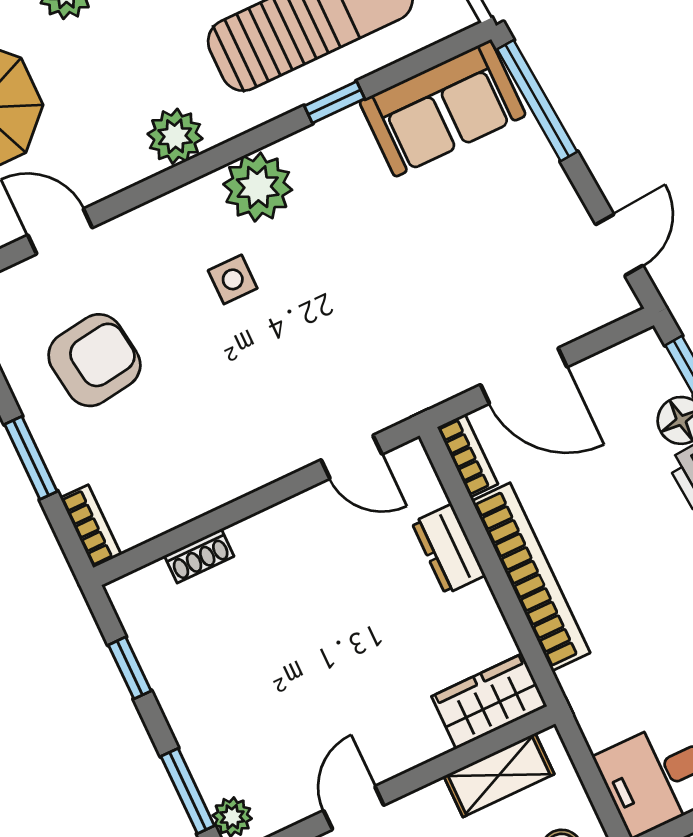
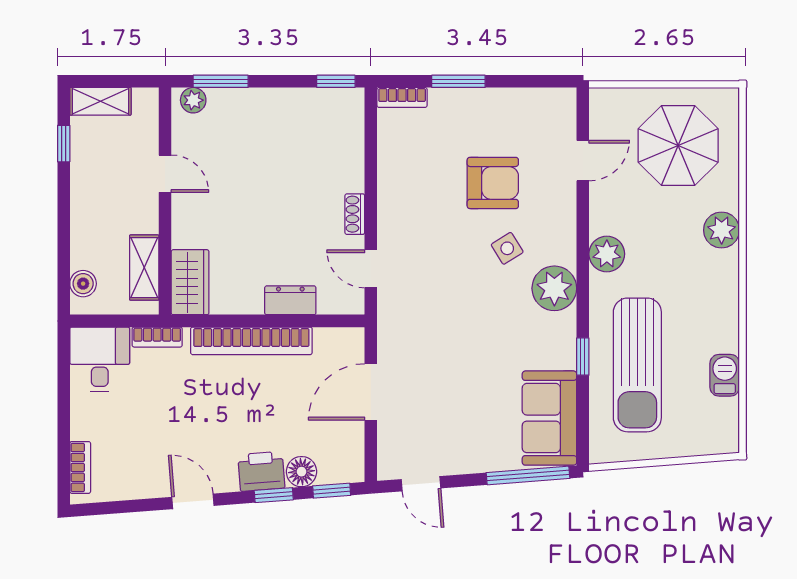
side table: (233, 279) -> (507, 248), turned -32
armchair: (94, 360) -> (493, 183), moved, turned -82
bookcase: (467, 456) -> (157, 337), moved
door: (351, 457) -> (371, 269), hinge flipped
shoe rack: (199, 556) -> (355, 214), moved
window: (130, 668) -> (336, 81), moved

